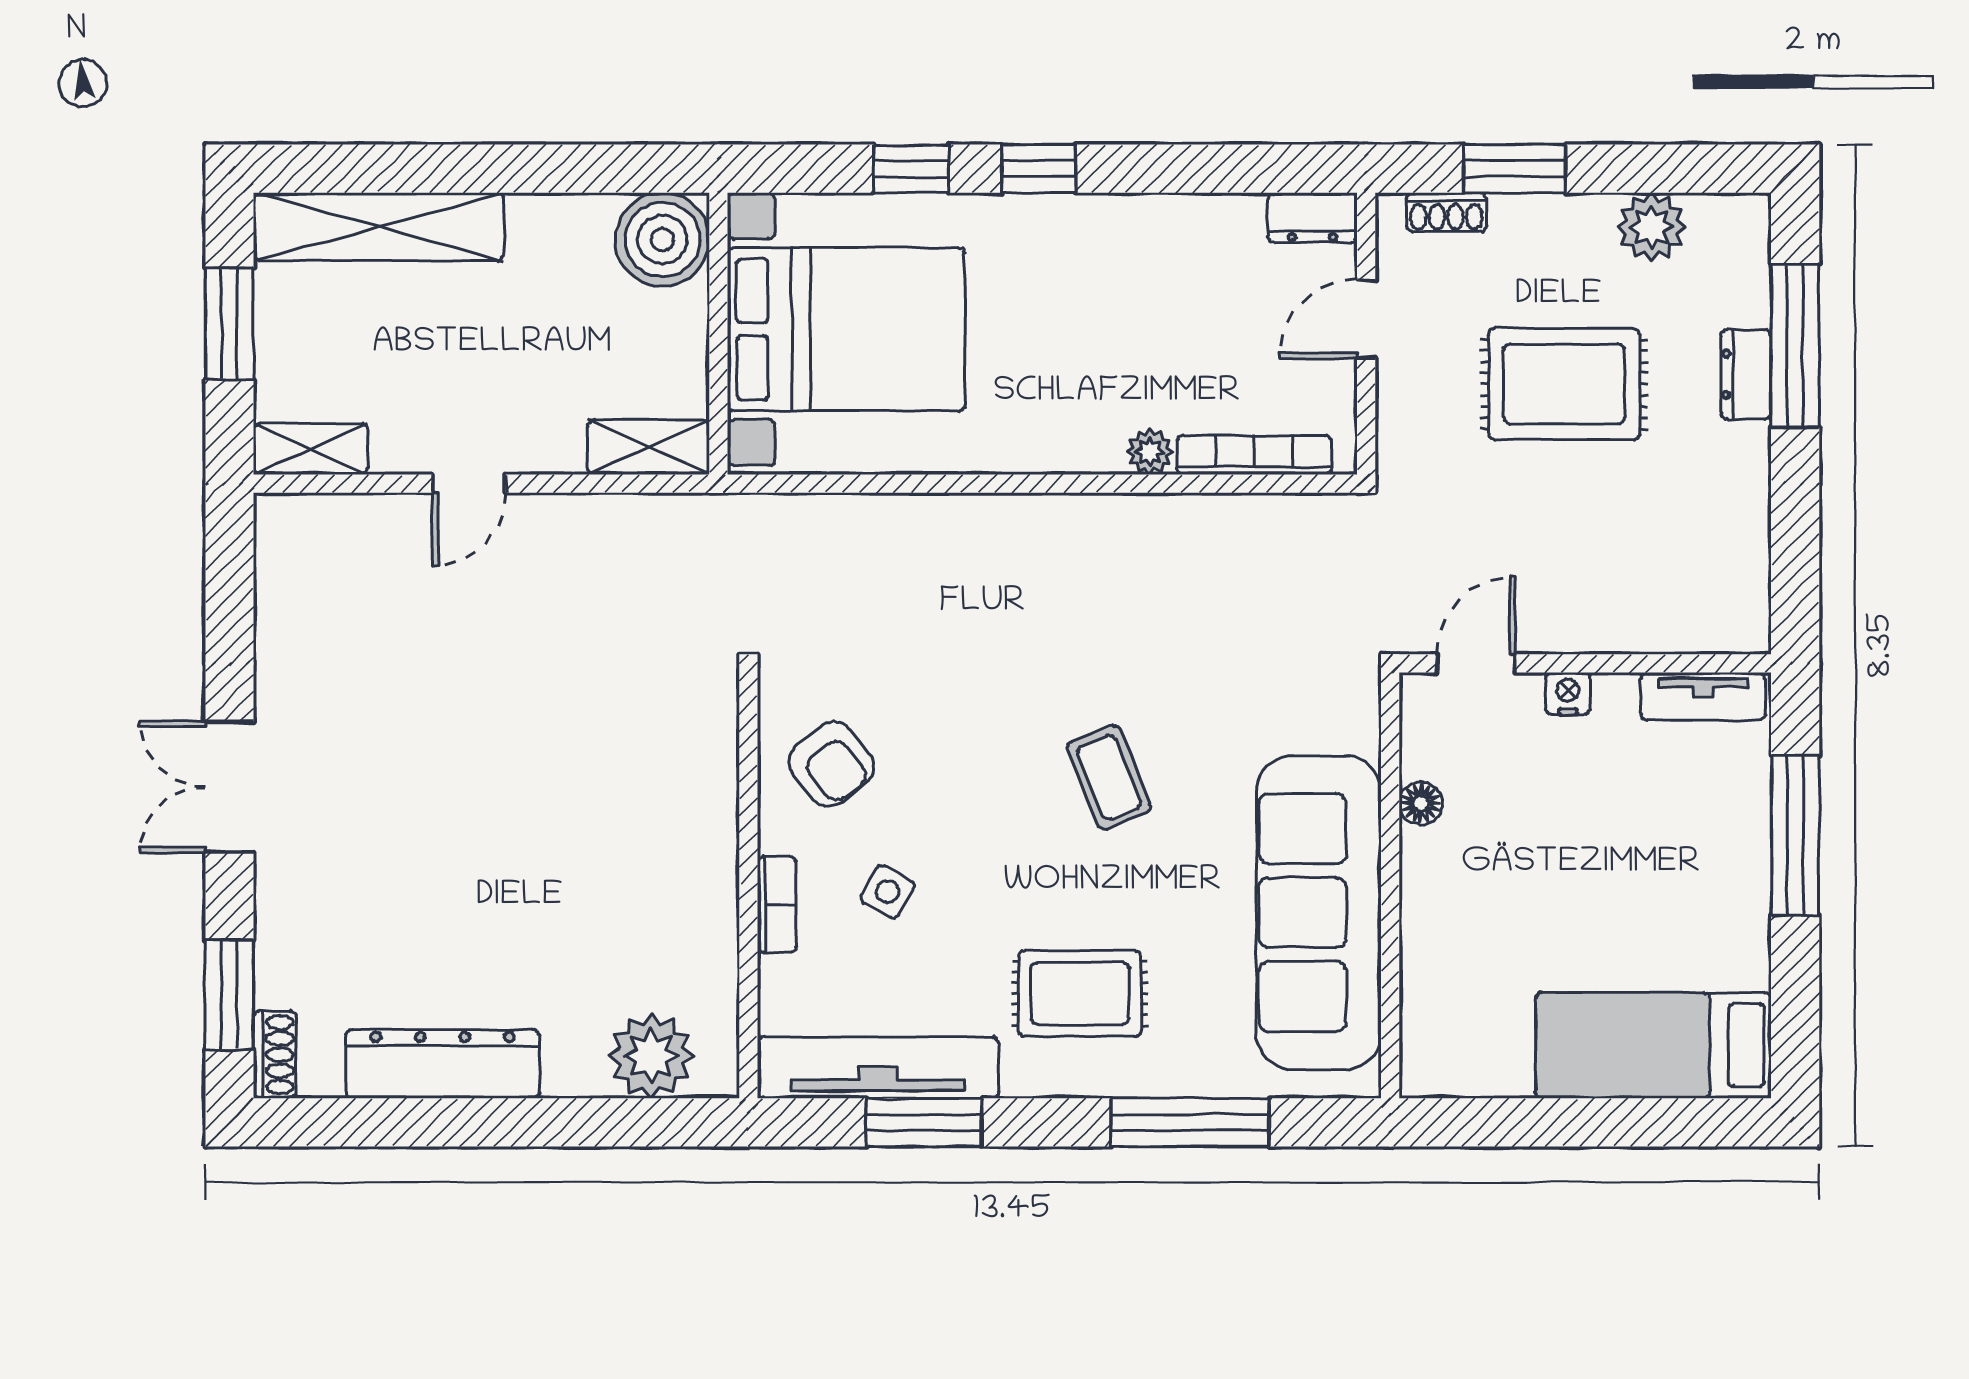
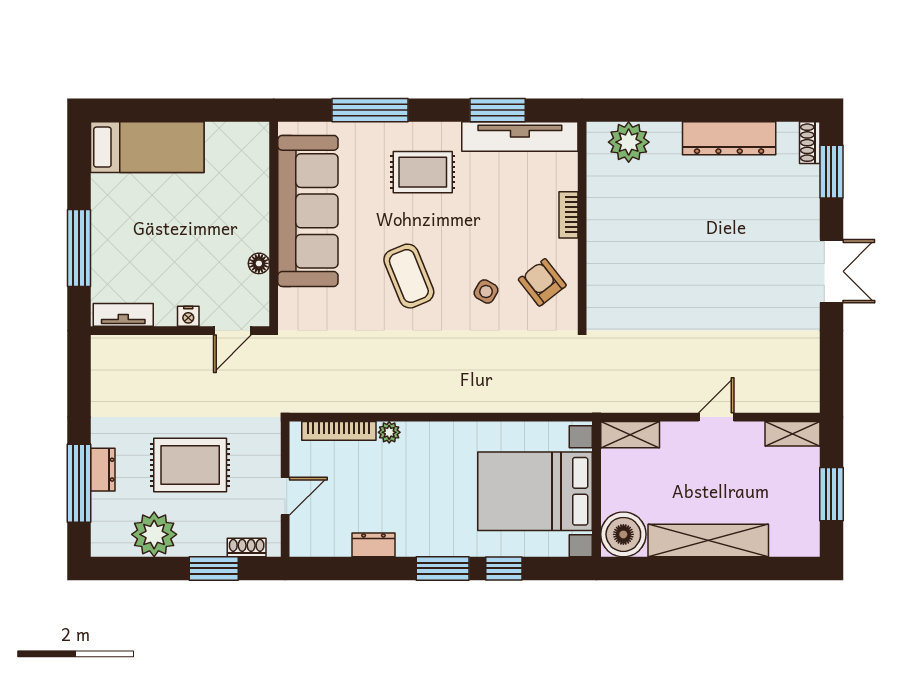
window: (1039, 169) -> (443, 568), width x1.50
dresser: (1313, 218) -> (373, 545), moved
shelving: (378, 227) -> (708, 541), moved
plant: (1651, 227) -> (154, 534), width x1.36, depth x1.36
coffee table: (1109, 777) -> (409, 276), width x1.36, depth x1.30
side table: (888, 892) -> (486, 292), moved

